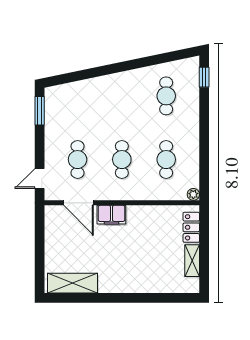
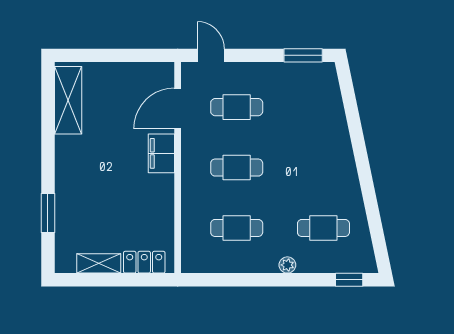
plant: (193, 194) -> (287, 265), moved
window: (155, 298) -> (48, 213), added

